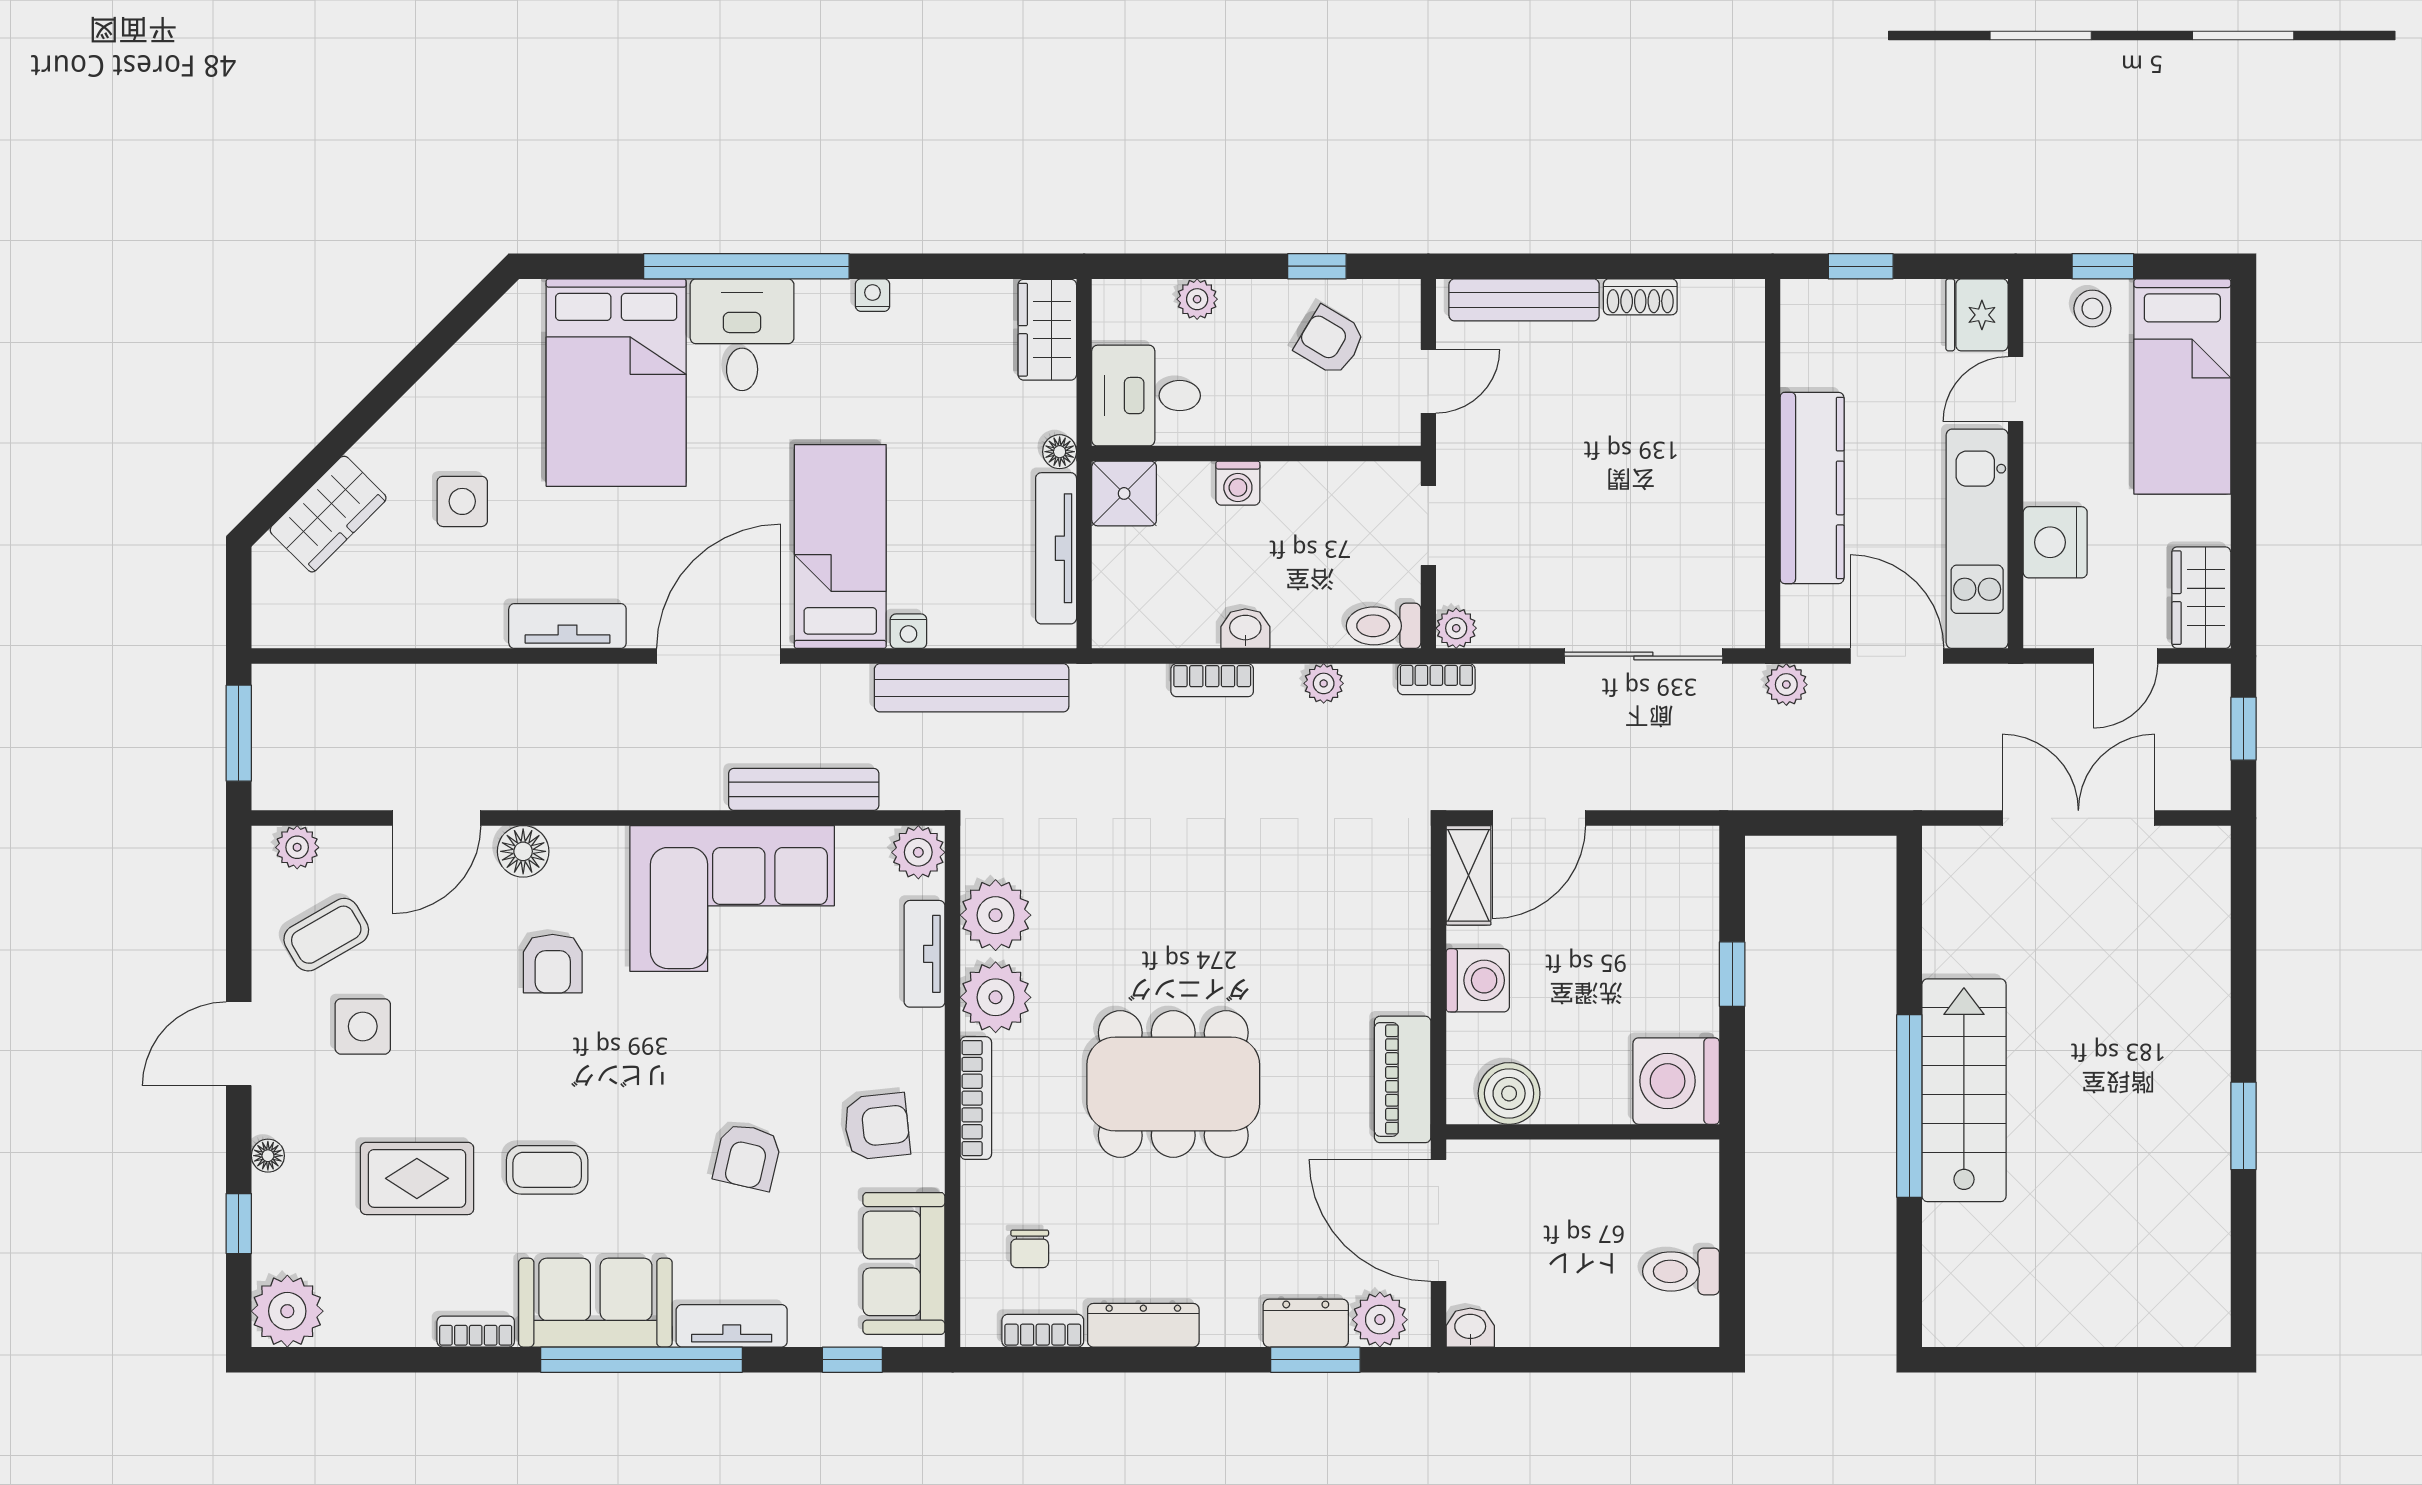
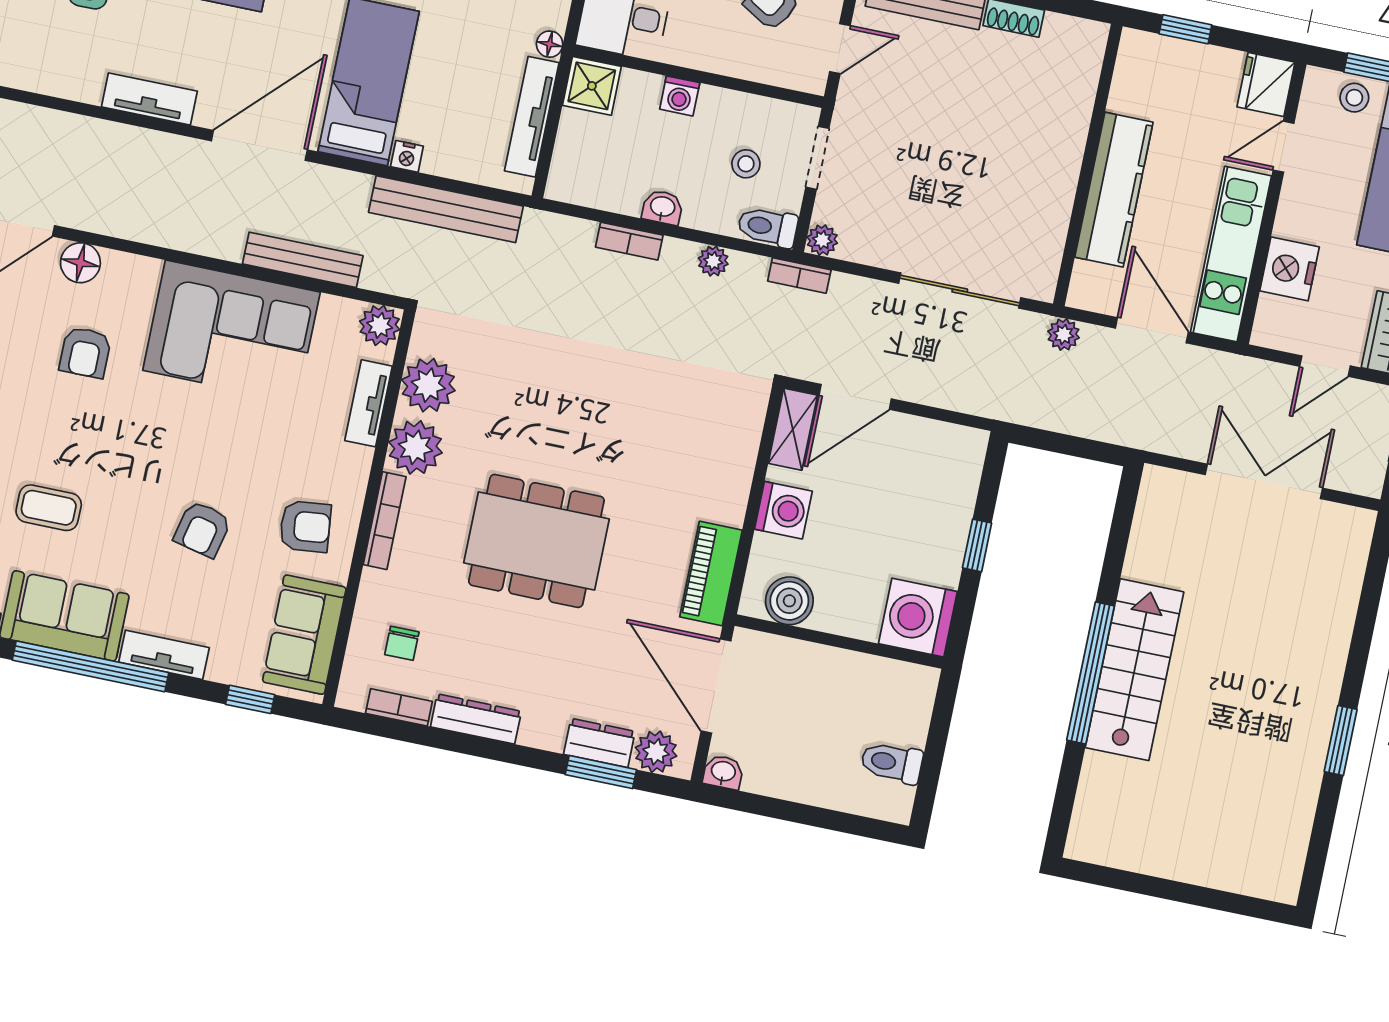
stool: (1340, 552) -> (746, 164), added

